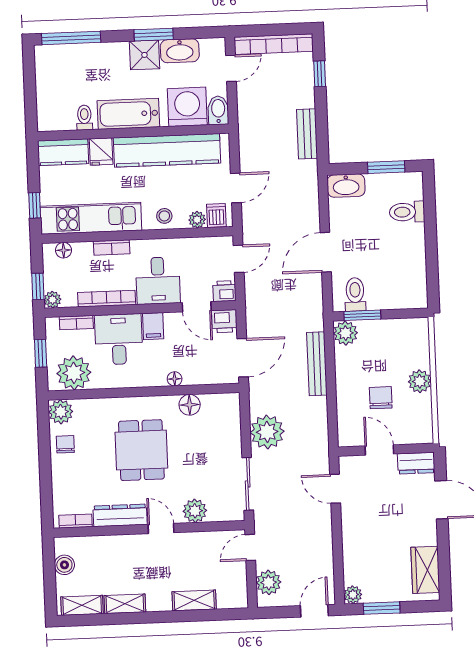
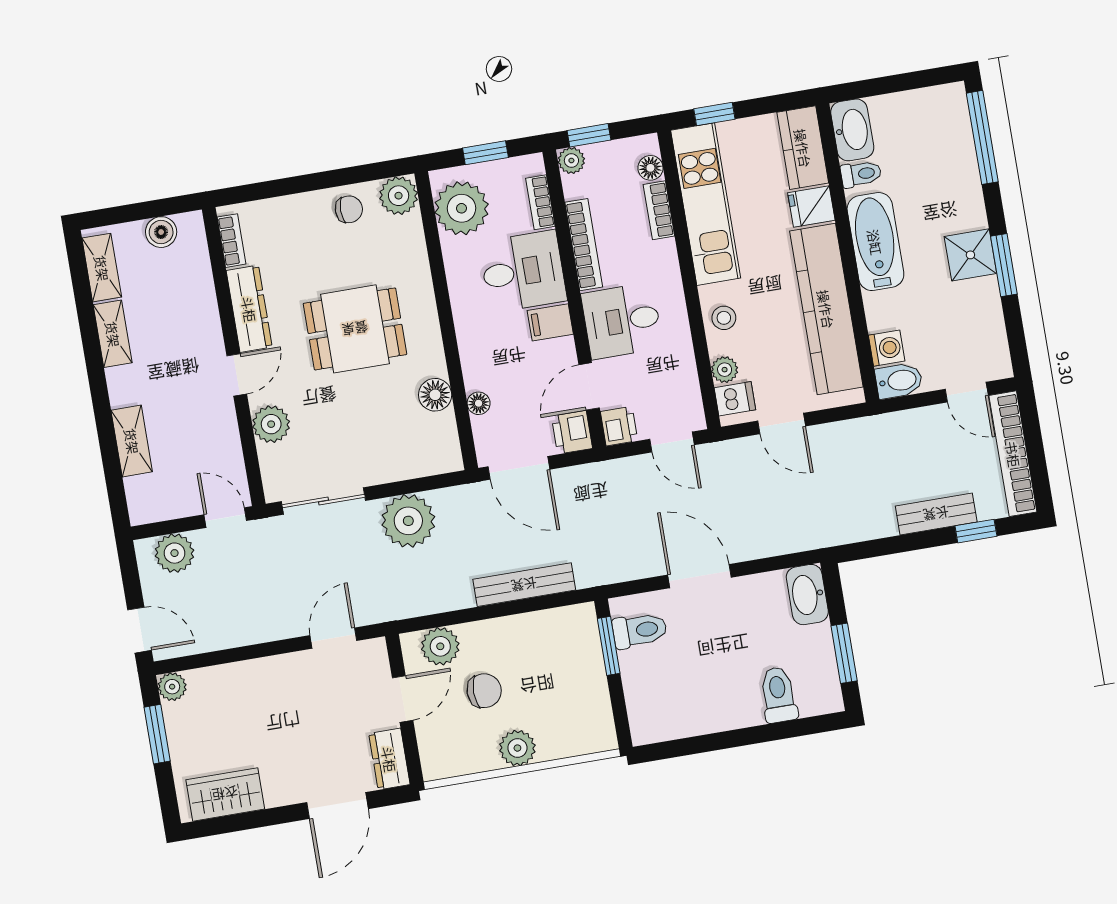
washbasin: (180, 51) -> (852, 130), moved, turned 180
washing machine: (187, 107) -> (887, 348), width x0.53, depth x0.53
bench: (307, 134) -> (936, 514), moved
bookcase: (112, 247) -> (659, 210), moved
plant: (346, 333) -> (440, 646), moved
floor lamp: (175, 379) -> (479, 403), moved

